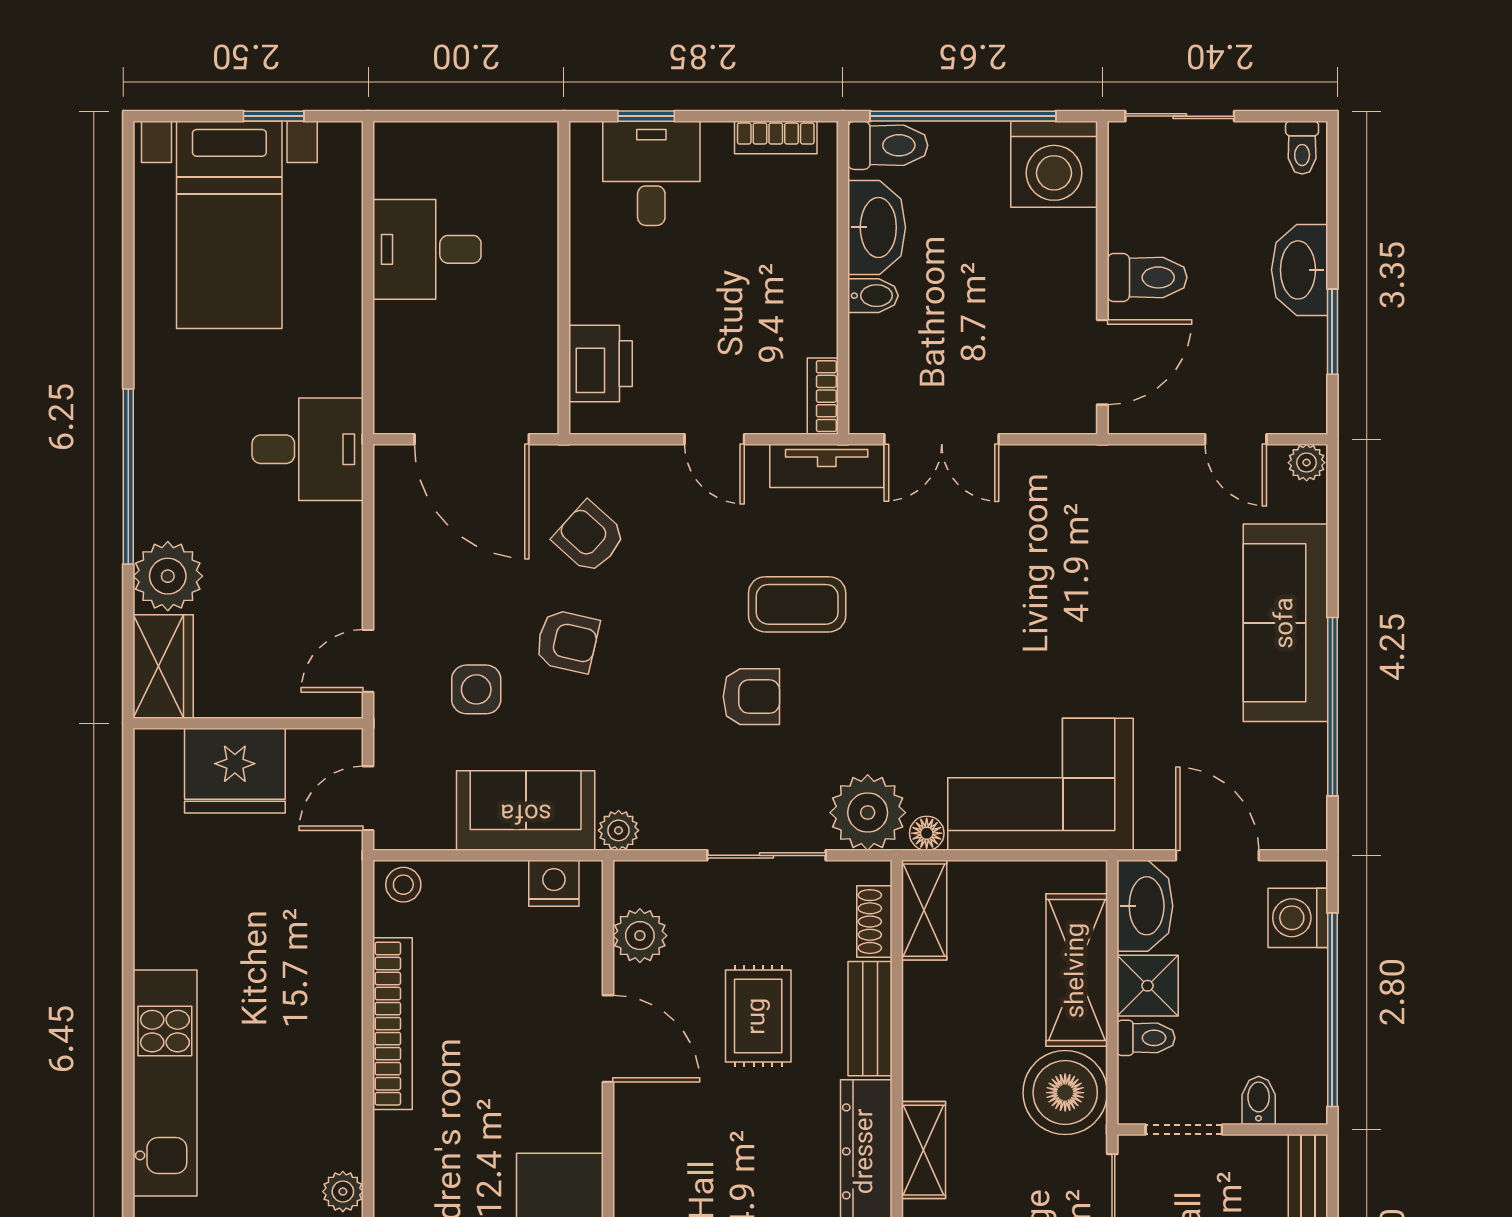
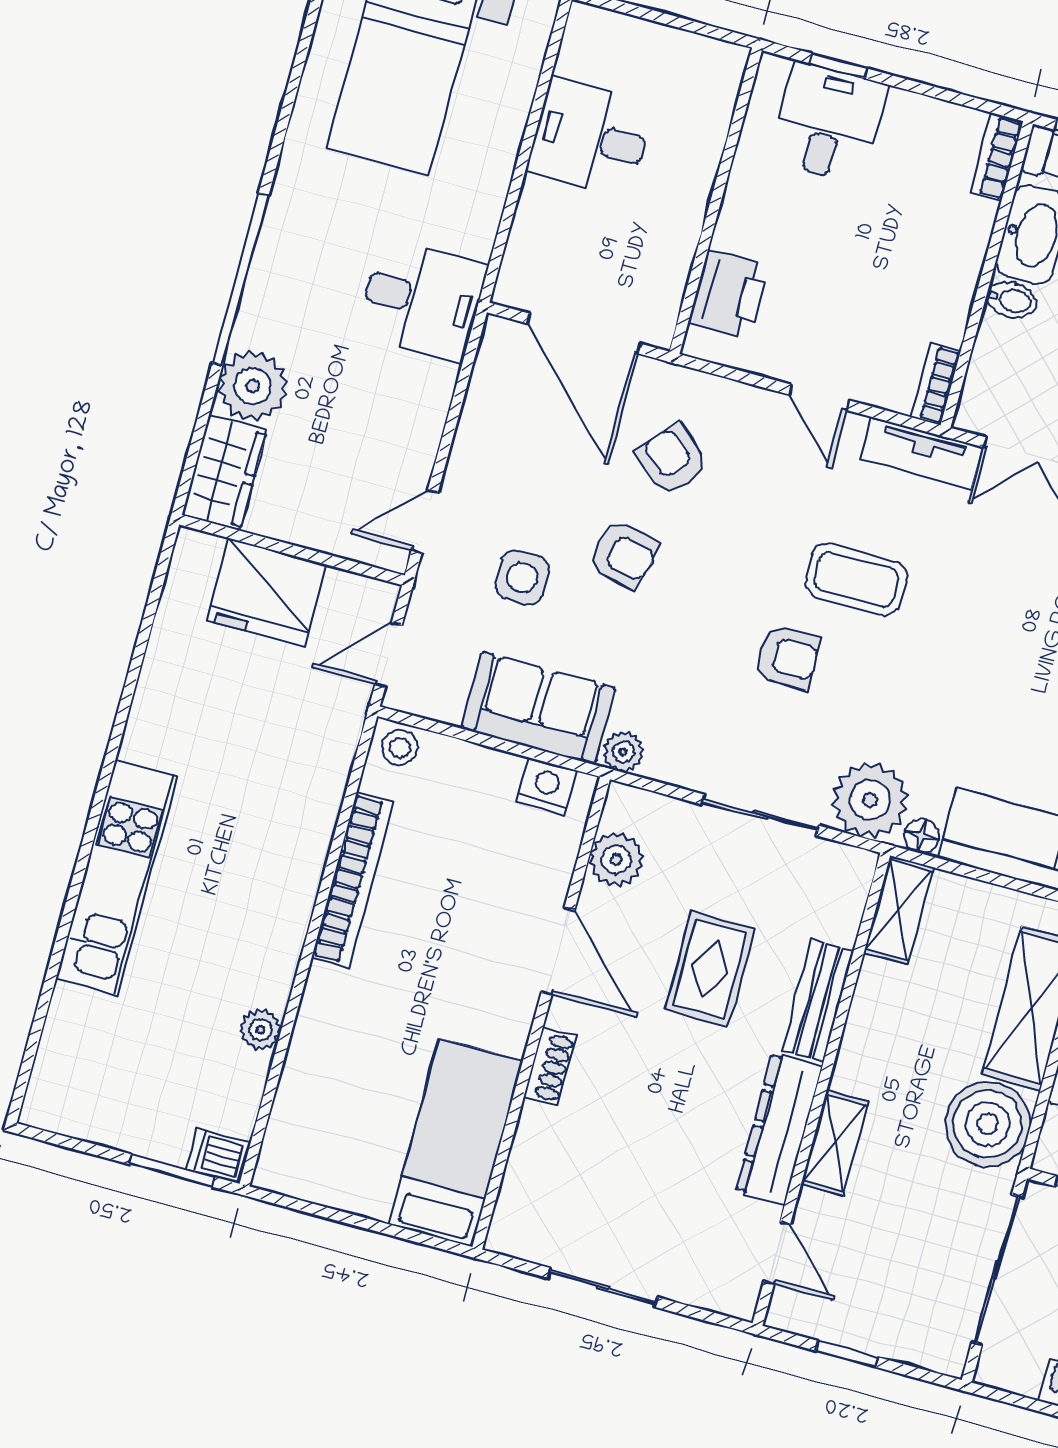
bookcase: (776, 137) -> (996, 157), moved, turned 90
shoe rack: (874, 922) -> (550, 1066), moved, turned 180

